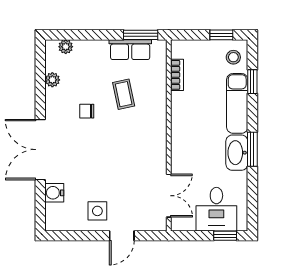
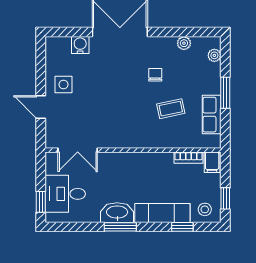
window: (141, 35) -> (225, 93), moved
filing cabinet: (182, 49) -> (212, 162), added

